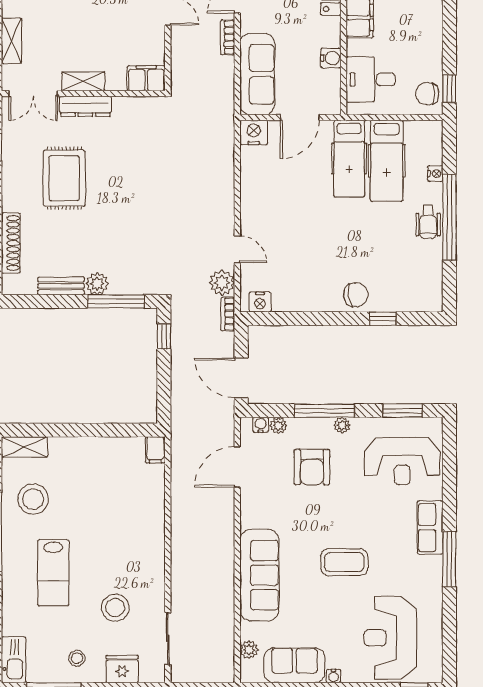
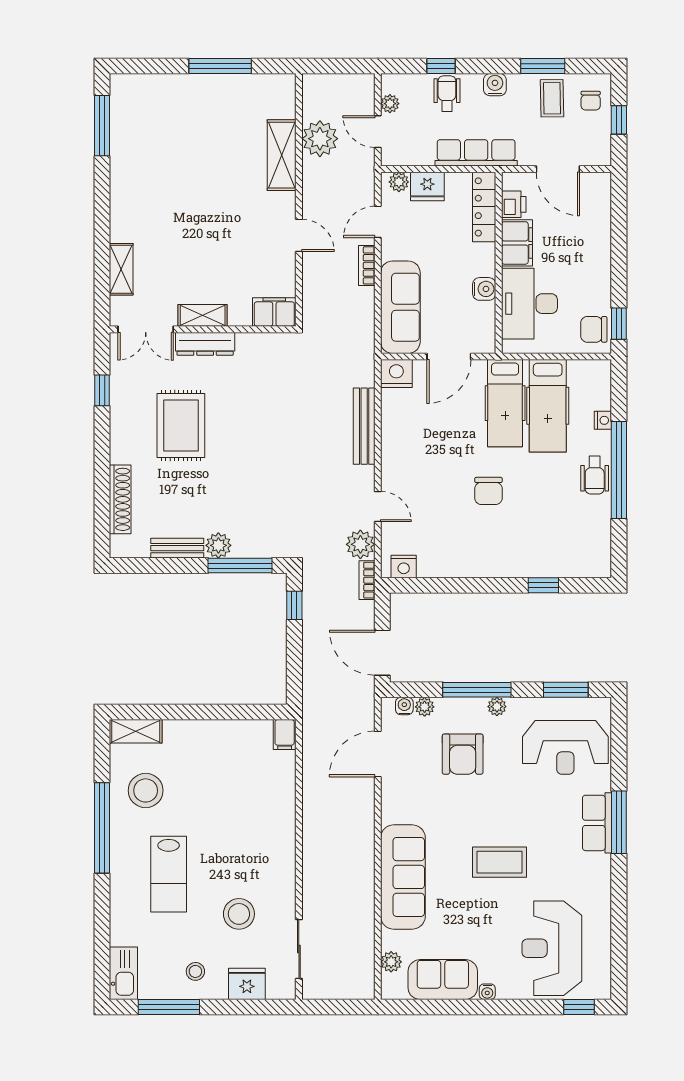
desk: (371, 79) -> (529, 304), width x1.37
bench: (225, 179) -> (364, 426), added
chair: (356, 295) -> (488, 491), moved, turned 98
window: (449, 559) -> (619, 822), moved

